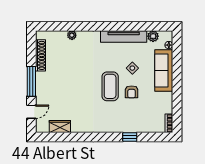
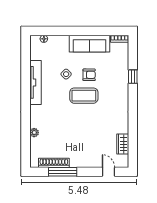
plant: (153, 36) -> (35, 54), removed
sofa: (164, 71) -> (90, 44), moved
window: (31, 81) -> (63, 172), moved

